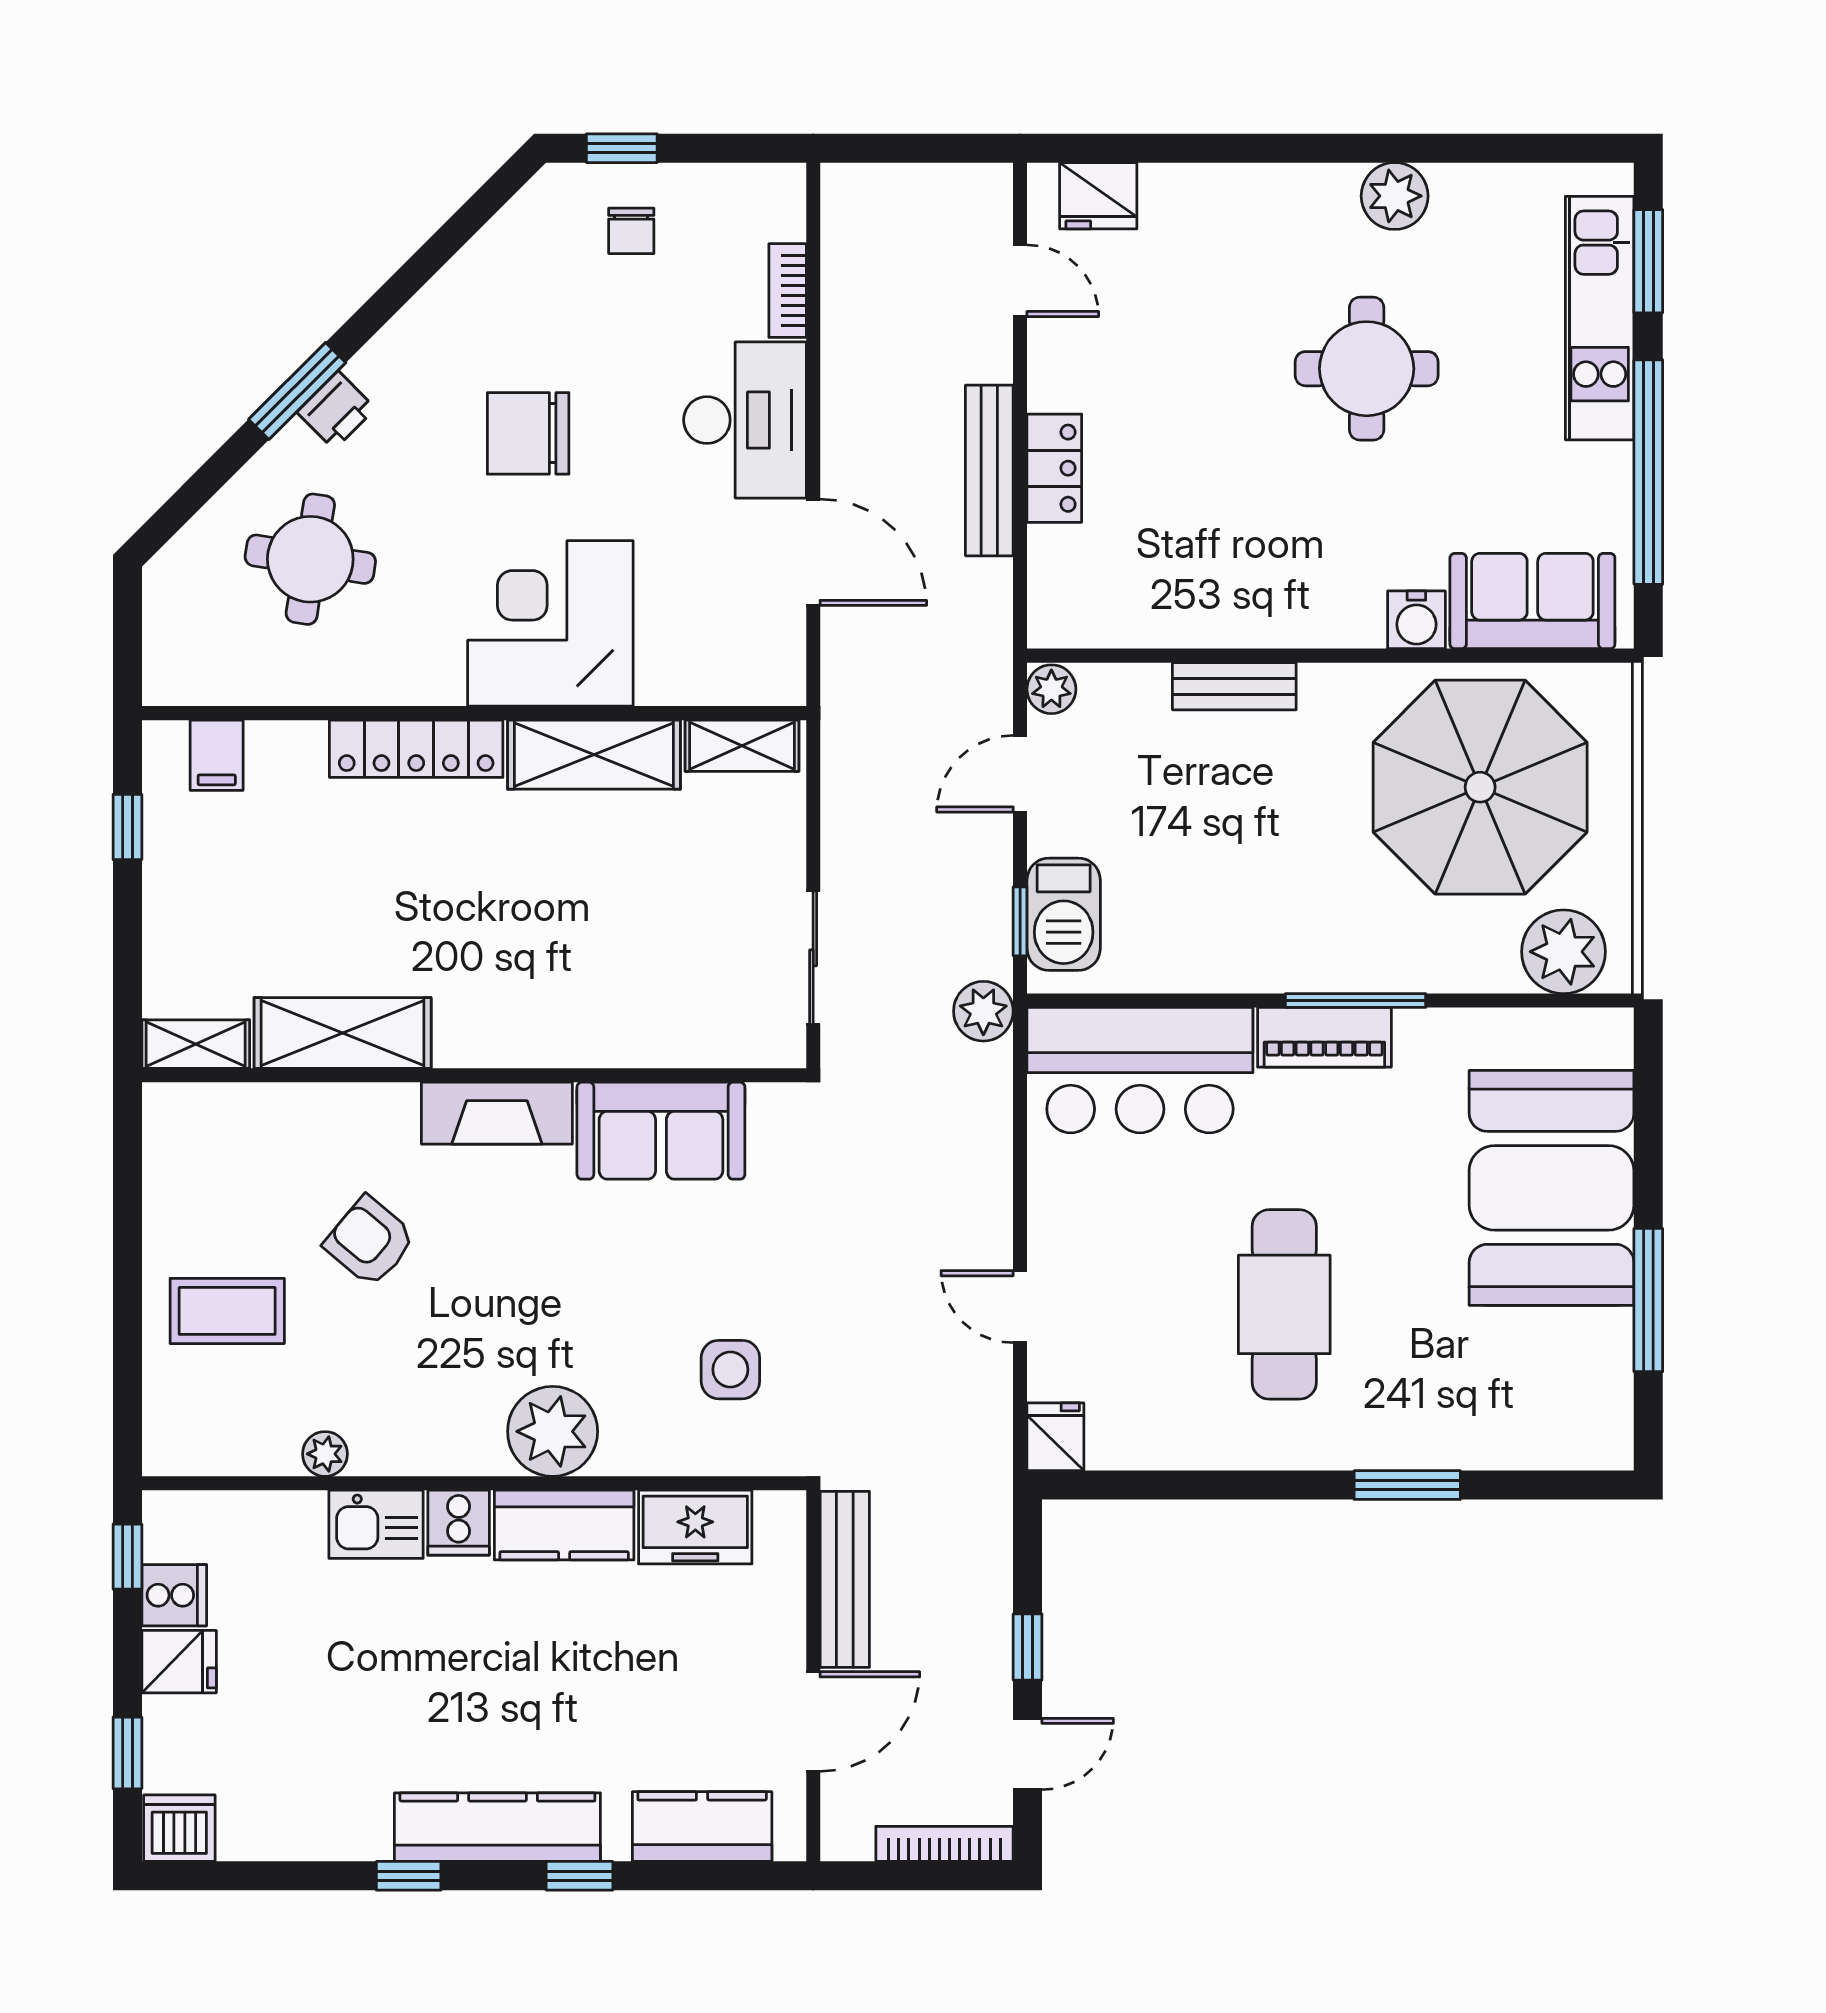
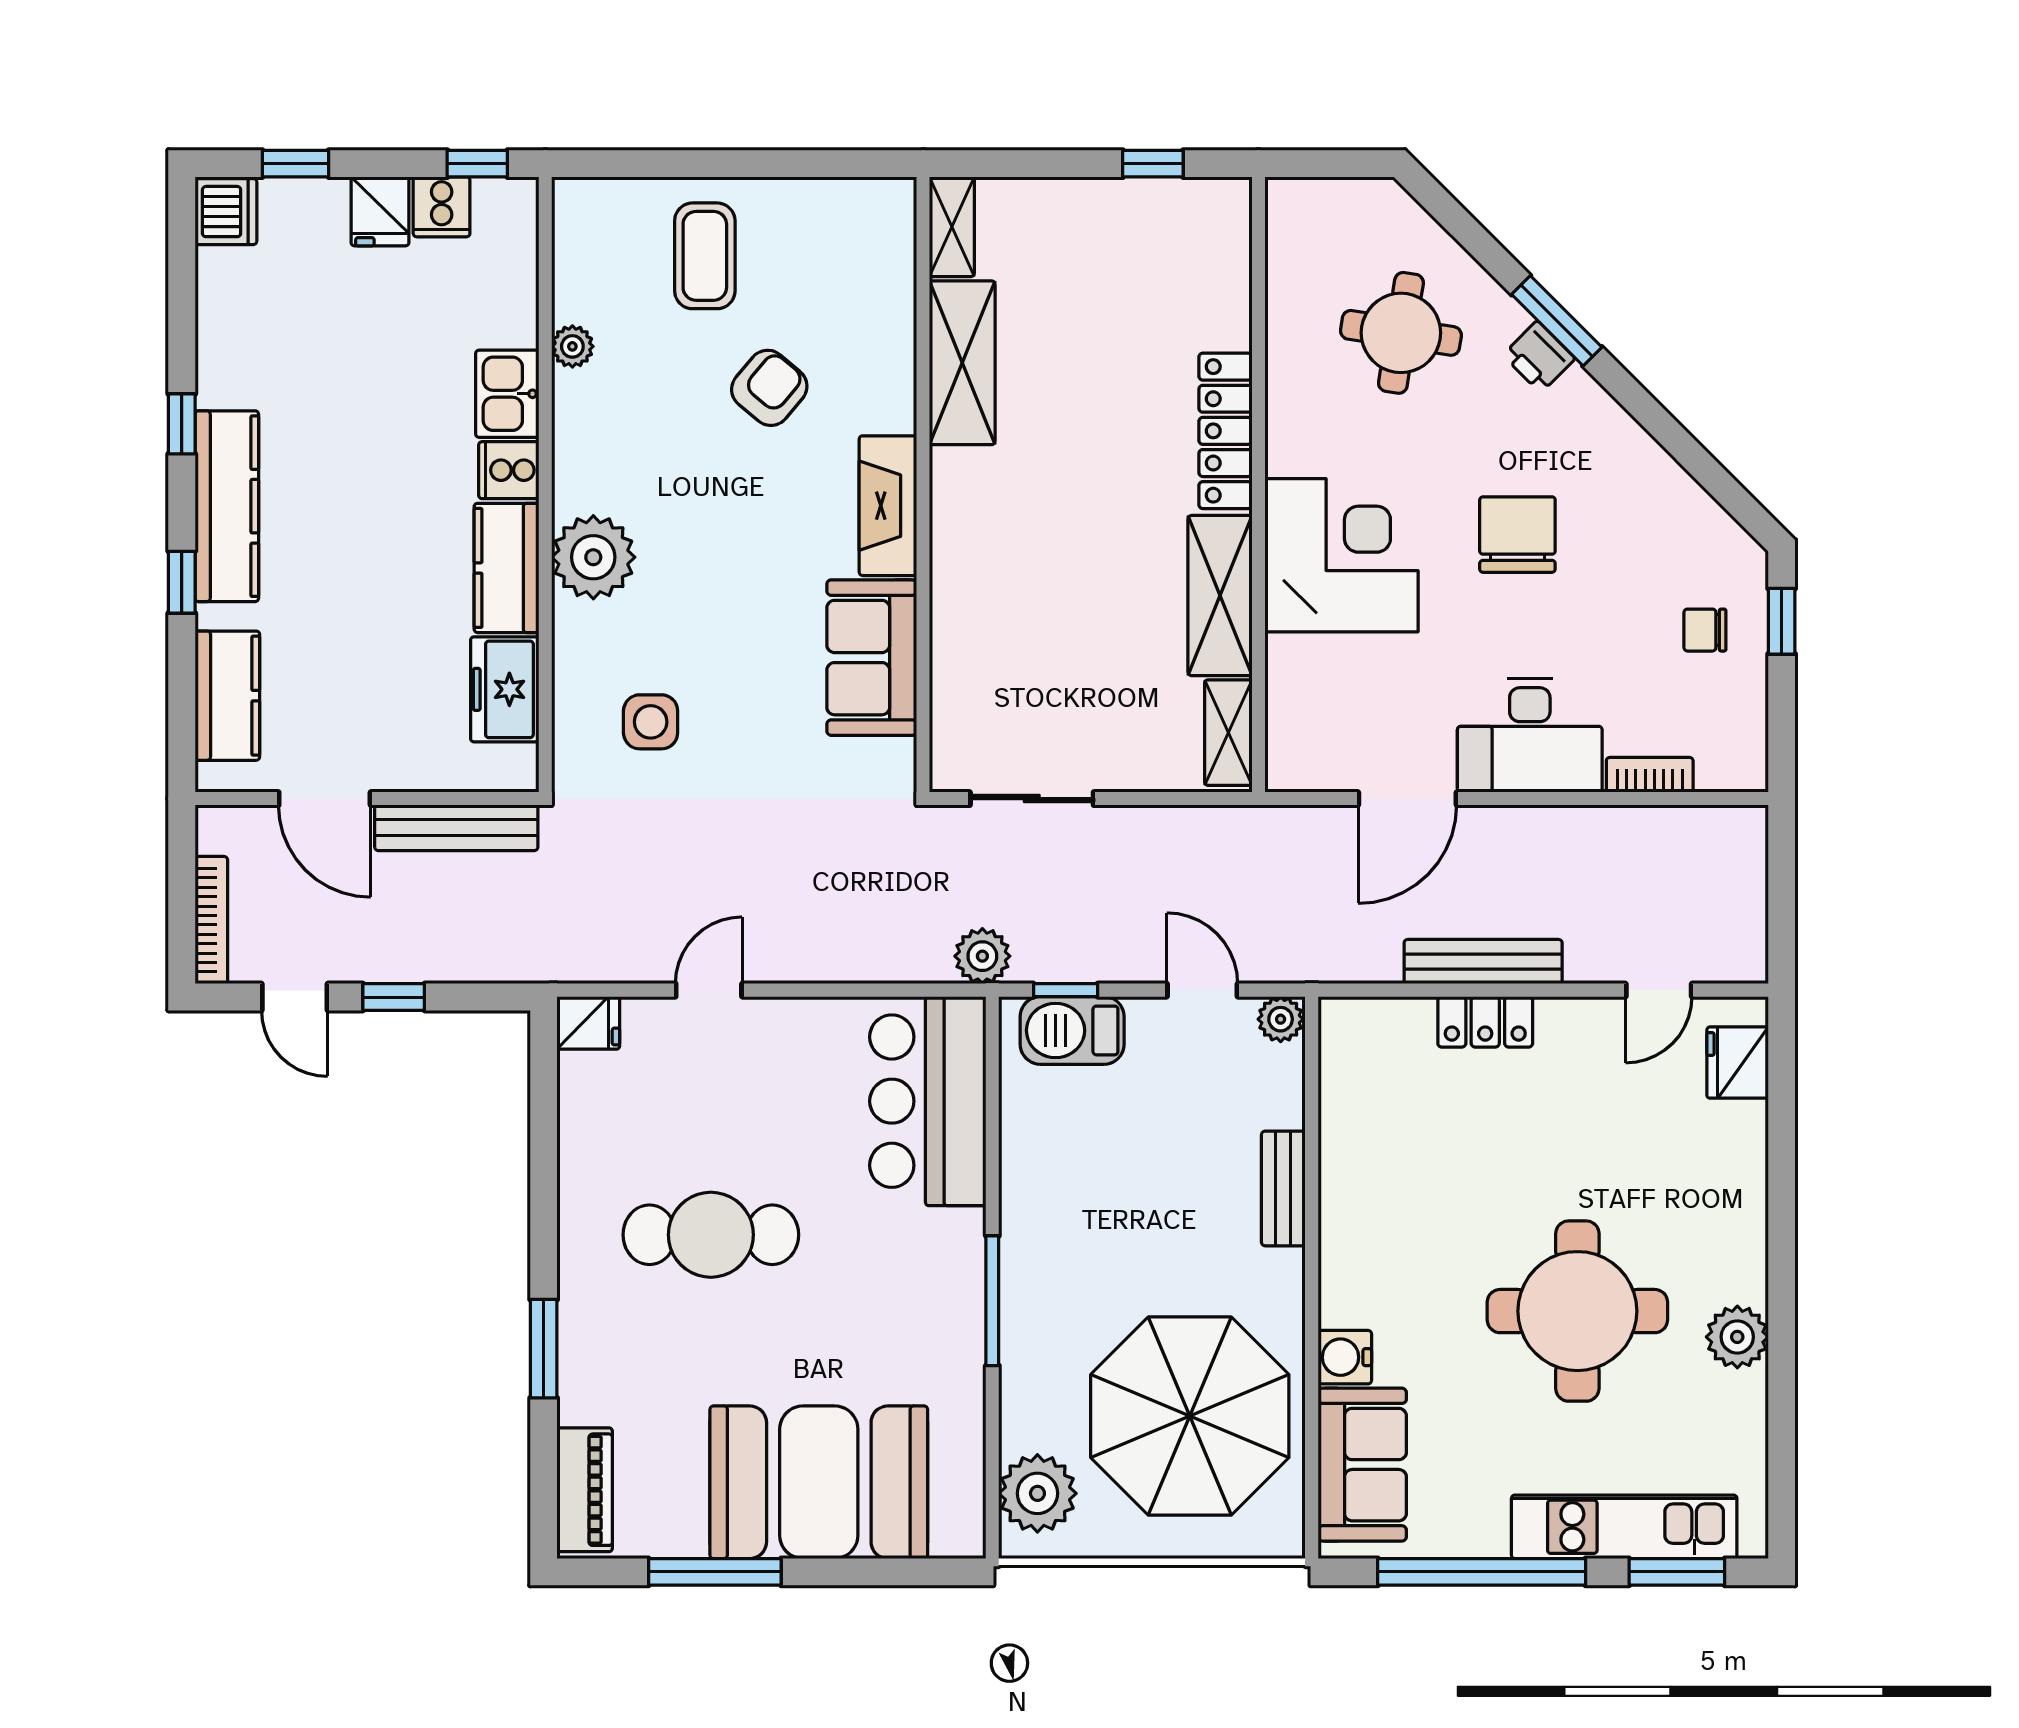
round table: (1367, 369) -> (1577, 1311), width x1.36, depth x1.36
filing cabinet: (217, 755) -> (1219, 246), removed
piano: (1324, 1037) -> (585, 1490), moved, turned 180

